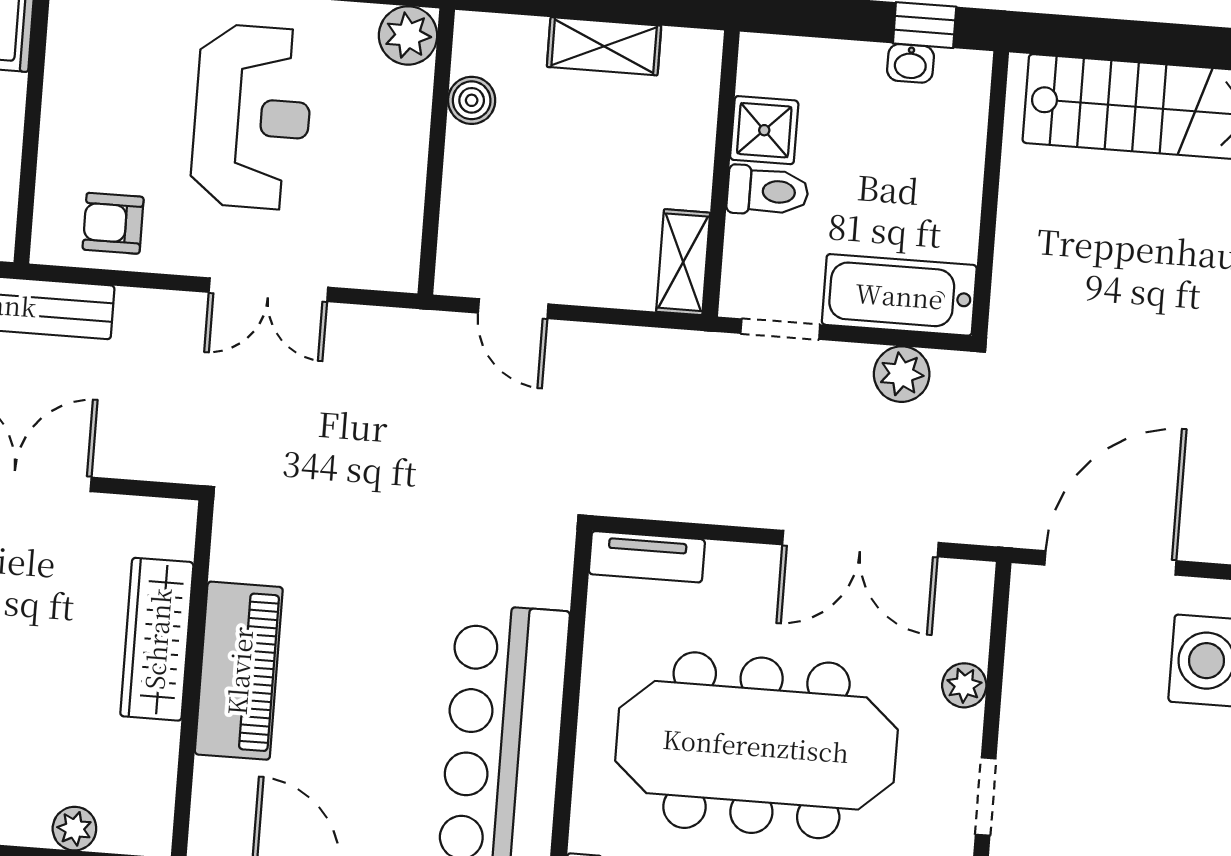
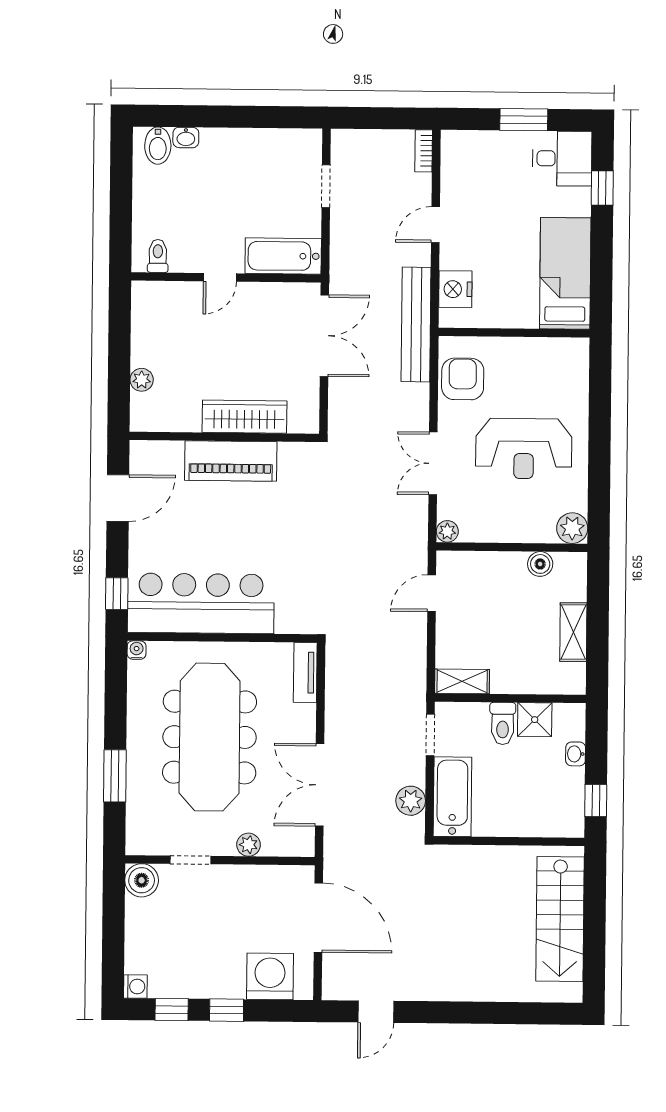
washbasin: (910, 63) -> (576, 754), moved
armchair: (113, 223) -> (463, 379), width x1.38, depth x1.38
plant: (399, 271) -> (447, 531), added

